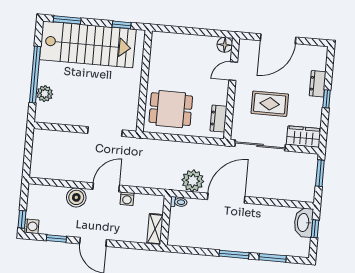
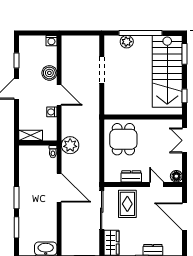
double door: (179, 30) -> (185, 140), added
rug: (270, 104) -> (127, 204), moved
dresser: (218, 119) -> (131, 176), moved
doorway: (105, 132) -> (102, 70), moved
plant: (193, 181) -> (70, 145), moved
window: (22, 219) -> (29, 33), removed
washing machine: (31, 226) -> (51, 41), moved

